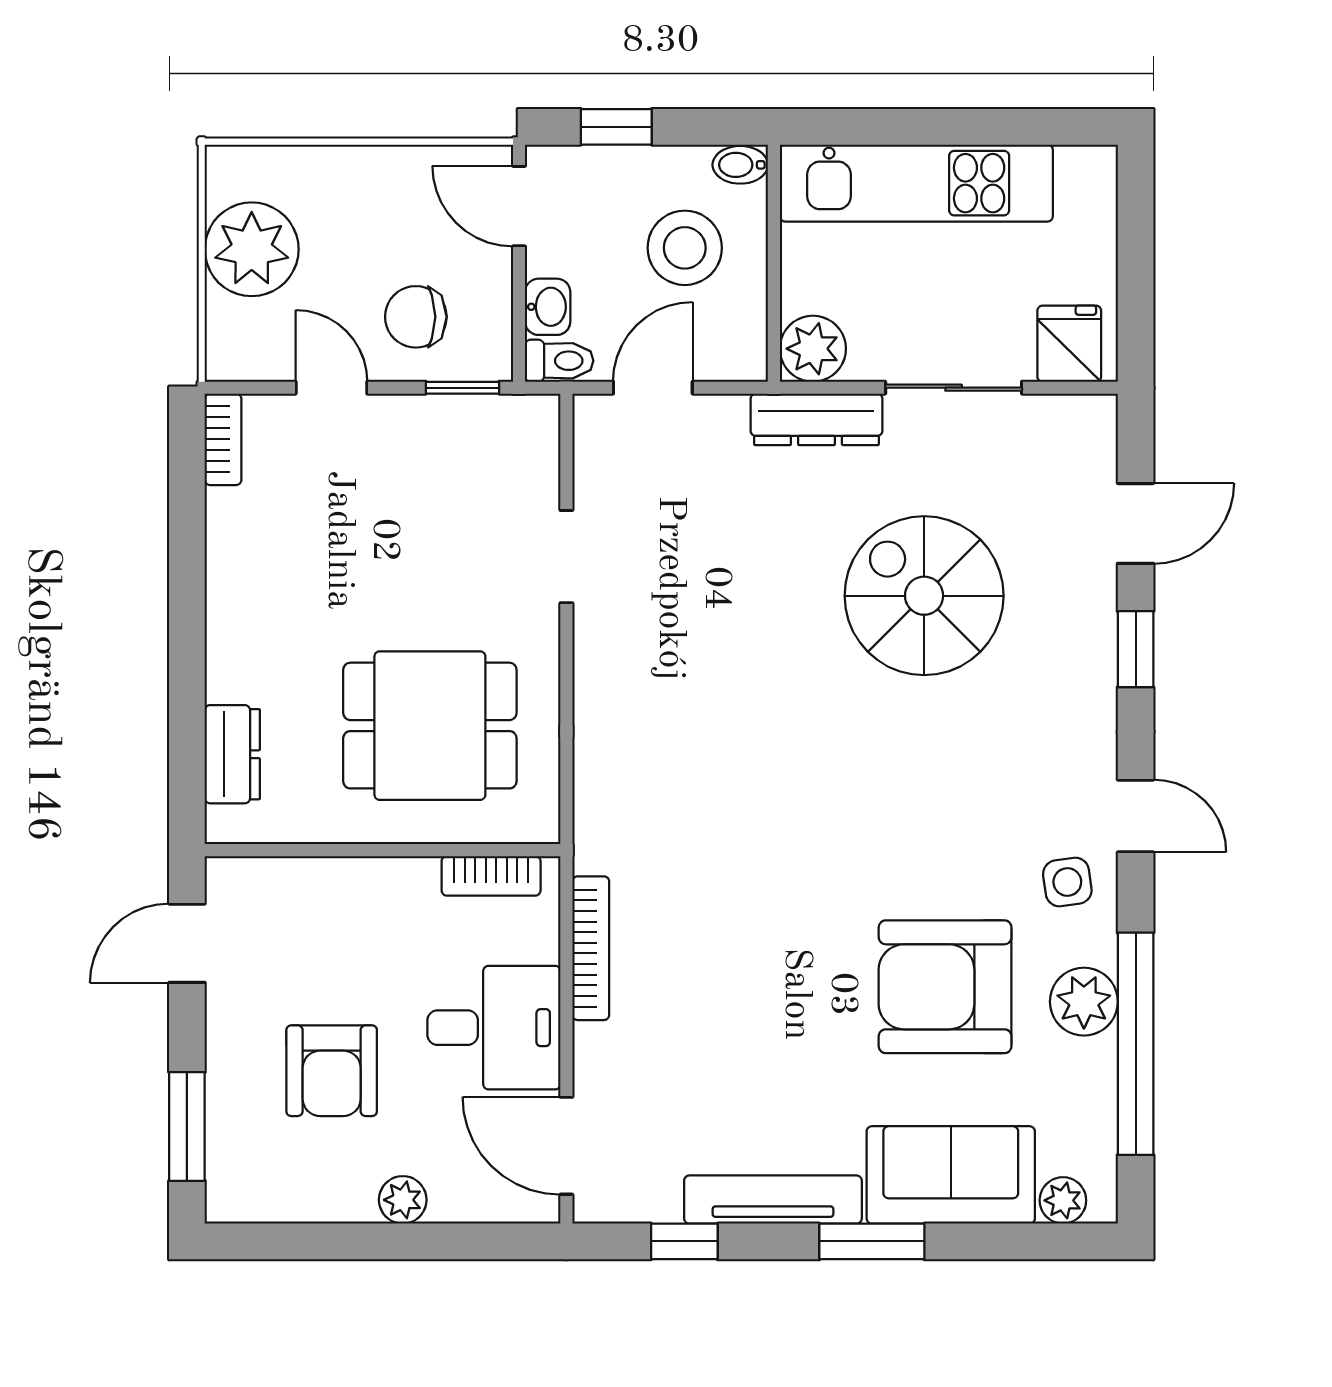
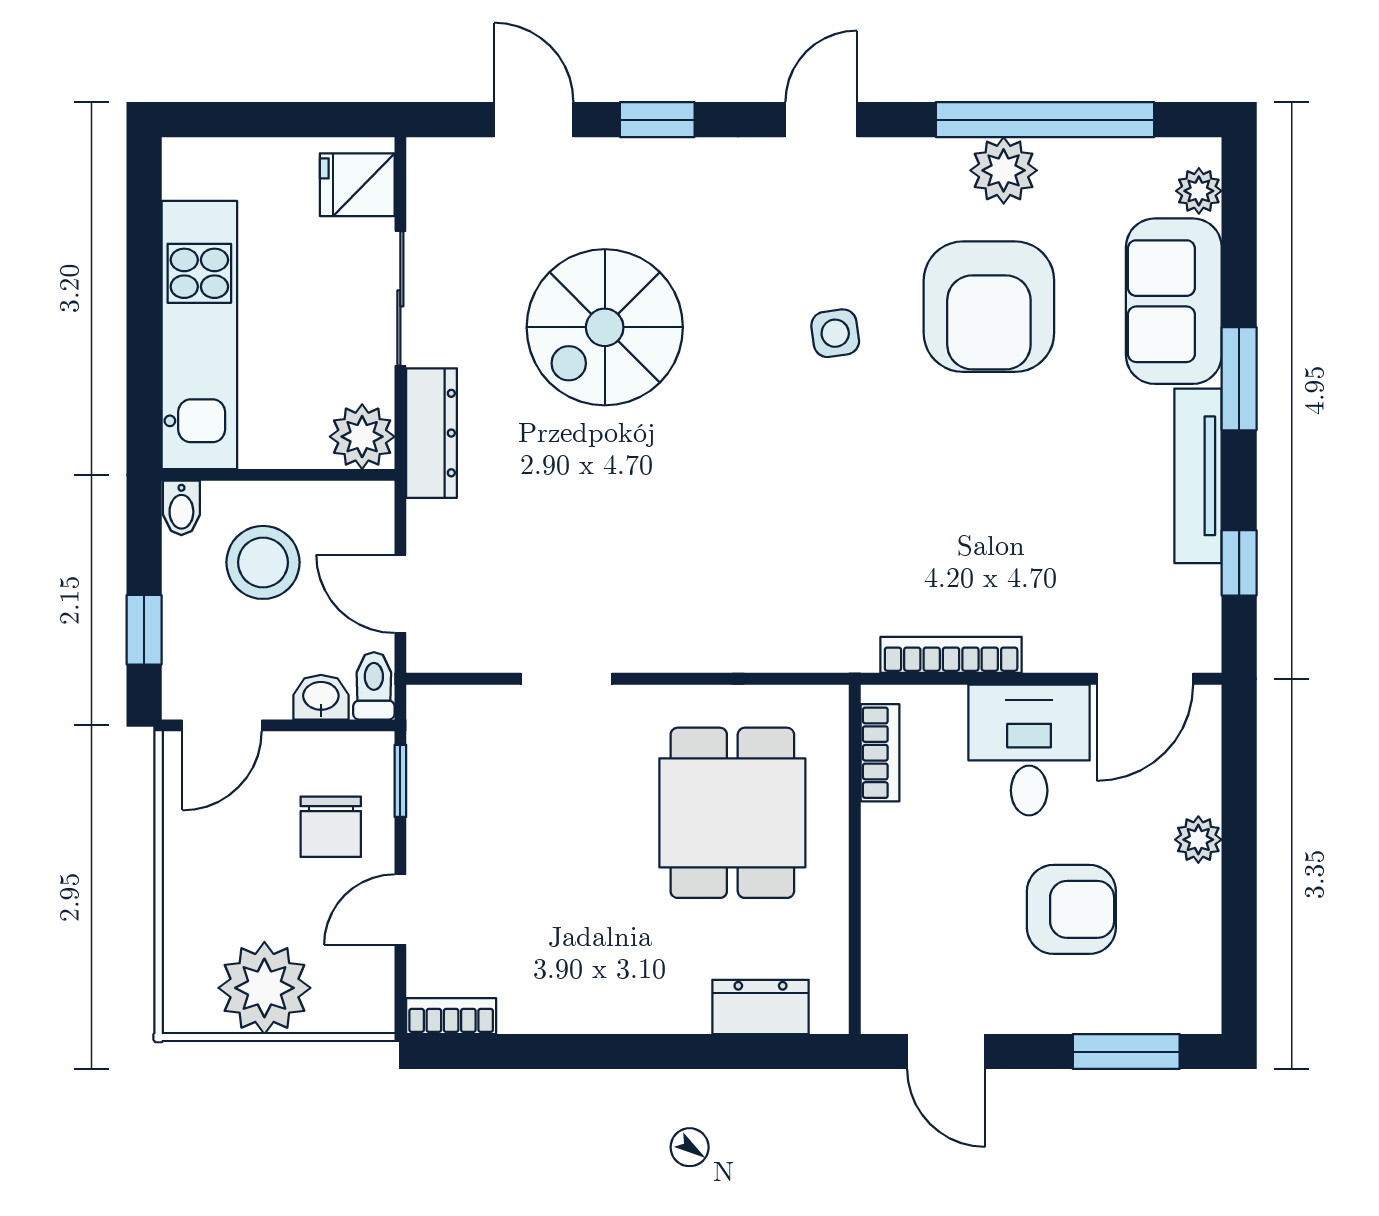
side table: (1067, 882) -> (835, 333), moved

